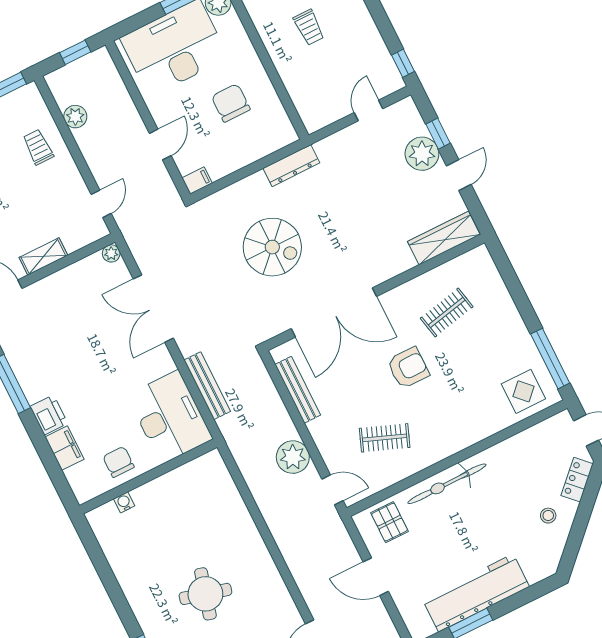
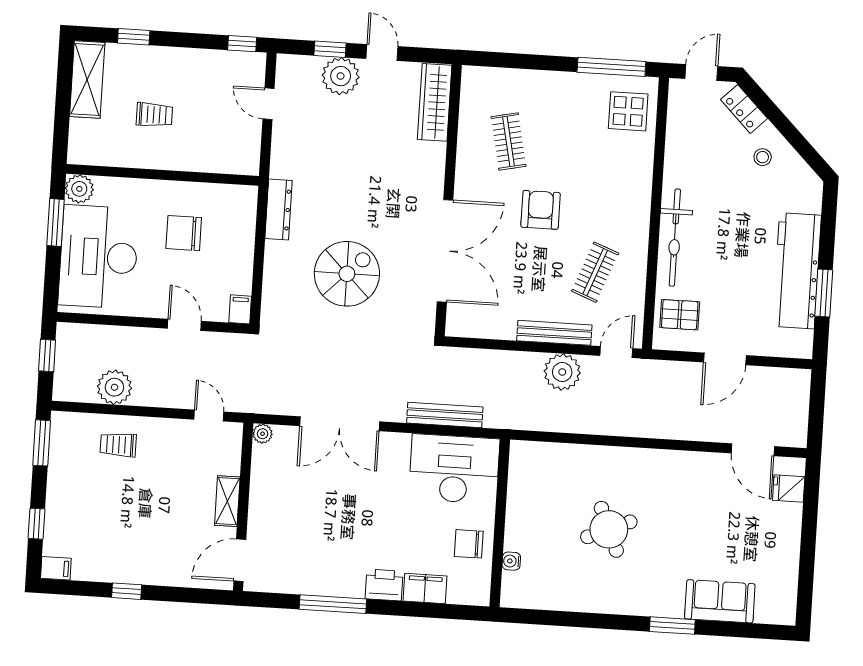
plant: (75, 117) -> (114, 387), width x1.36, depth x1.36
bench: (298, 390) -> (554, 333), moved
round table: (205, 594) -> (609, 529), moved, turned -38

